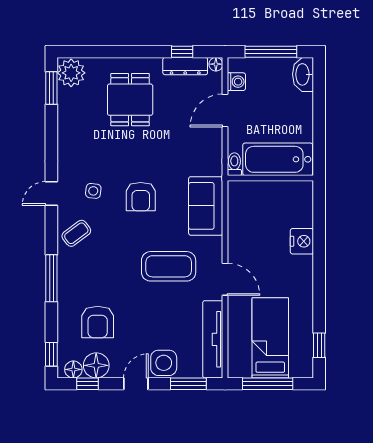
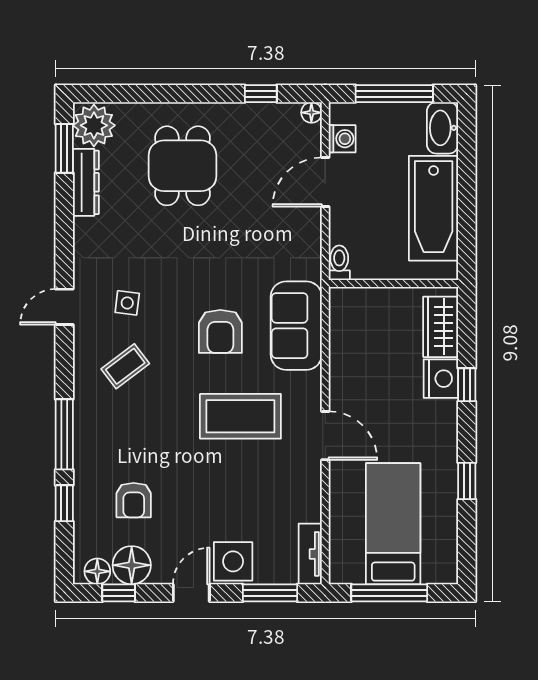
dresser: (185, 66) -> (86, 182), moved, turned -90
bathtub: (278, 159) -> (434, 208), moved, turned -90
armchair: (141, 197) -> (220, 331), moved
wardrobe: (302, 207) -> (441, 327), added
coffee table: (76, 233) -> (125, 366), moved
window: (319, 245) -> (467, 385), added
armchair: (98, 322) -> (134, 500), width x0.72, depth x0.72
tv unit: (213, 339) -> (310, 554), width x0.52, depth x0.78
window: (319, 345) -> (467, 481), moved
window: (51, 354) -> (64, 503), moved

